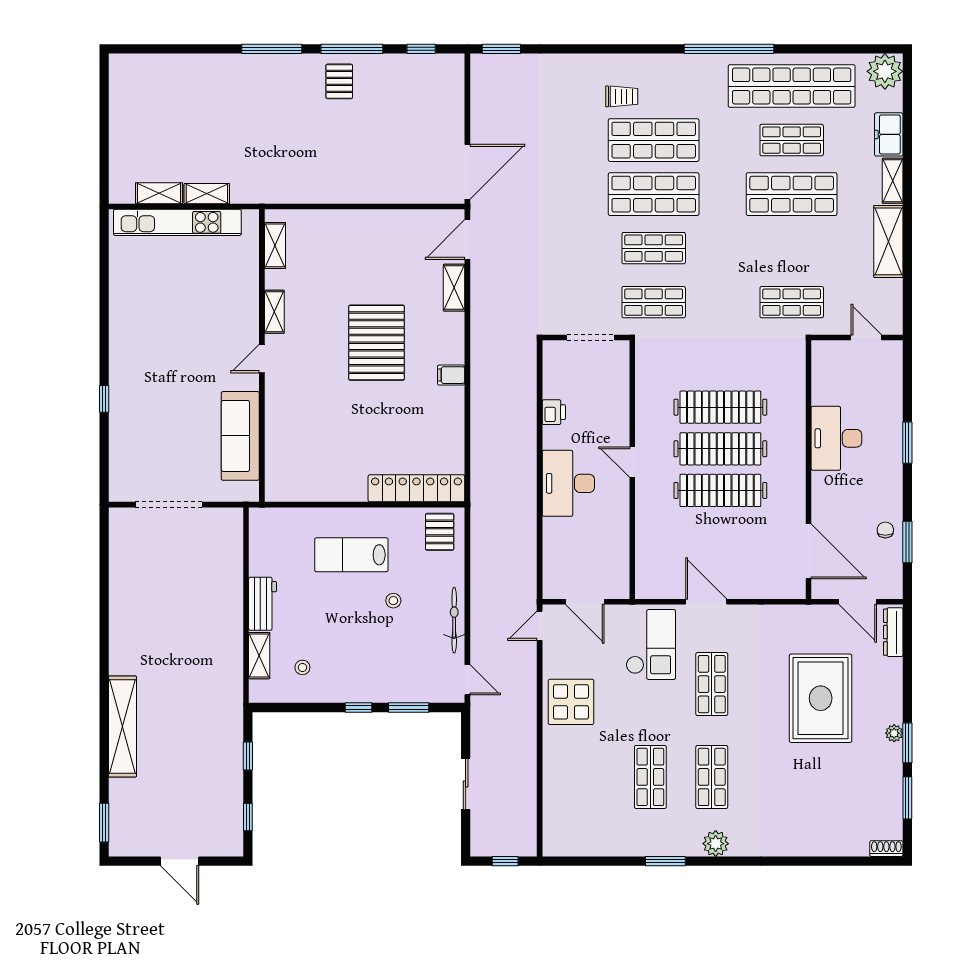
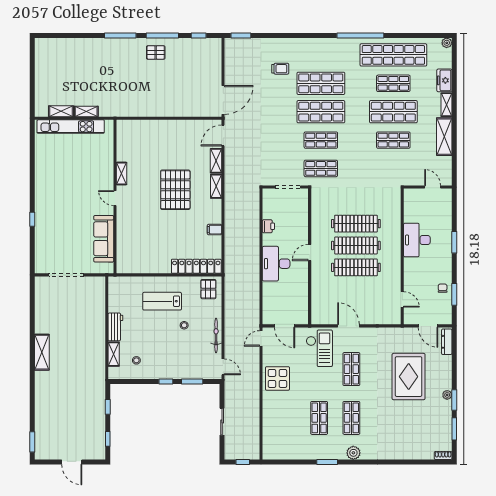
plant: (885, 71) -> (447, 43), width x0.53, depth x0.53
pallet: (339, 81) -> (156, 52), turned 90
trolley: (622, 96) -> (280, 69), moved
shelving: (275, 245) -> (216, 186), moved
shop shelf: (792, 302) -> (393, 140), moved
door: (262, 359) -> (115, 198), hinge flipped
filing cabinet: (451, 375) -> (214, 230), moved
door: (632, 462) -> (310, 253), hinge flipped
door: (808, 551) -> (402, 299), width x0.53
shelving: (123, 726) -> (42, 352), moved, width x0.68

